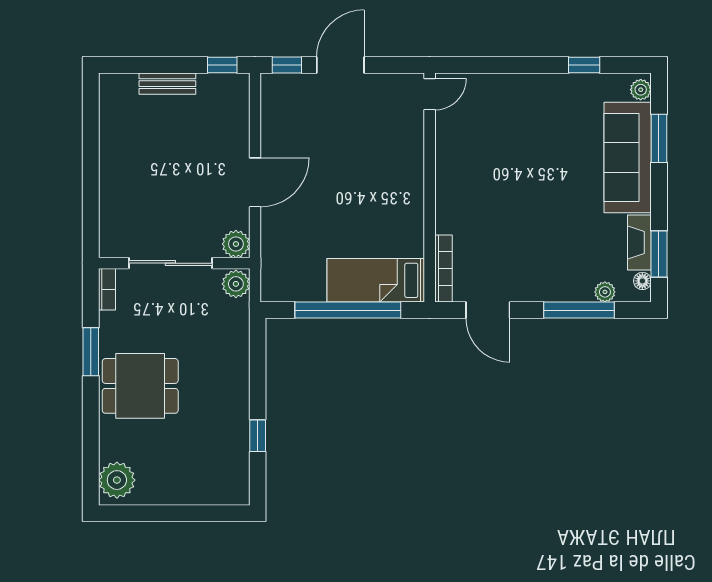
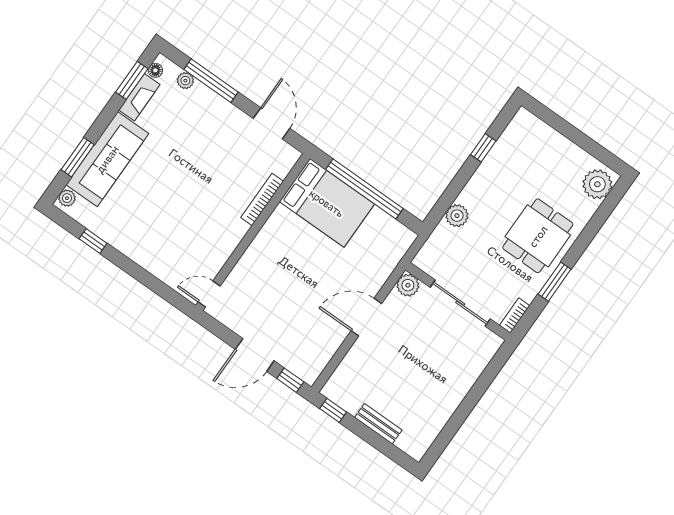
bookcase: (443, 269) -> (262, 199), moved
bed: (376, 280) -> (327, 203), width x1.50
plant: (236, 284) -> (457, 216), moved
dining table: (140, 386) -> (538, 236), turned 90

